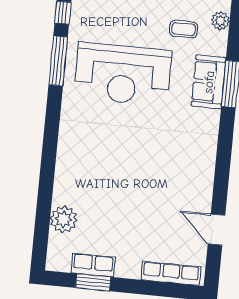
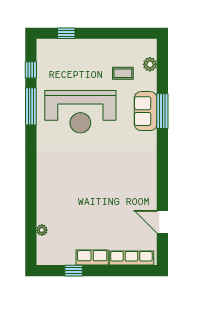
plant: (64, 219) -> (42, 230), width x0.53, depth x0.53
row of seats: (93, 265) -> (92, 258), moved
window: (93, 282) -> (73, 271), width x0.67

